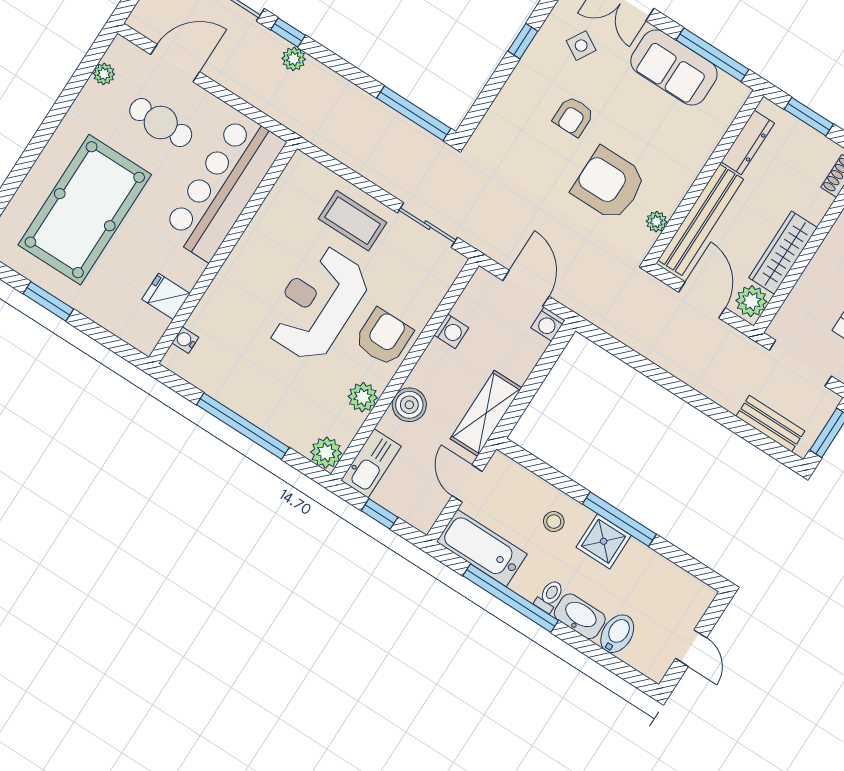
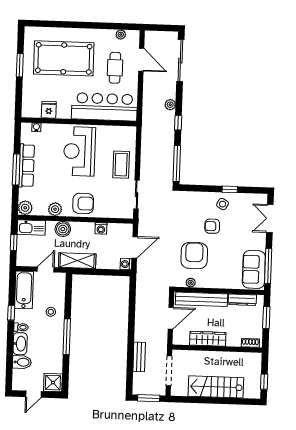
window: (288, 33) -> (178, 123), moved
side table: (581, 46) -> (223, 204), moved
sofa: (674, 67) -> (254, 269), moved
plant: (751, 301) -> (182, 338), removed
reception desk: (317, 303) -> (79, 151), moved, turned -90
row of seats: (247, 402) -> (27, 166), added
bench: (770, 424) -> (139, 357), moved
window: (243, 426) -> (16, 169), width x0.68
shower: (604, 541) -> (53, 383), moved
window: (511, 598) -> (11, 313), width x0.32

